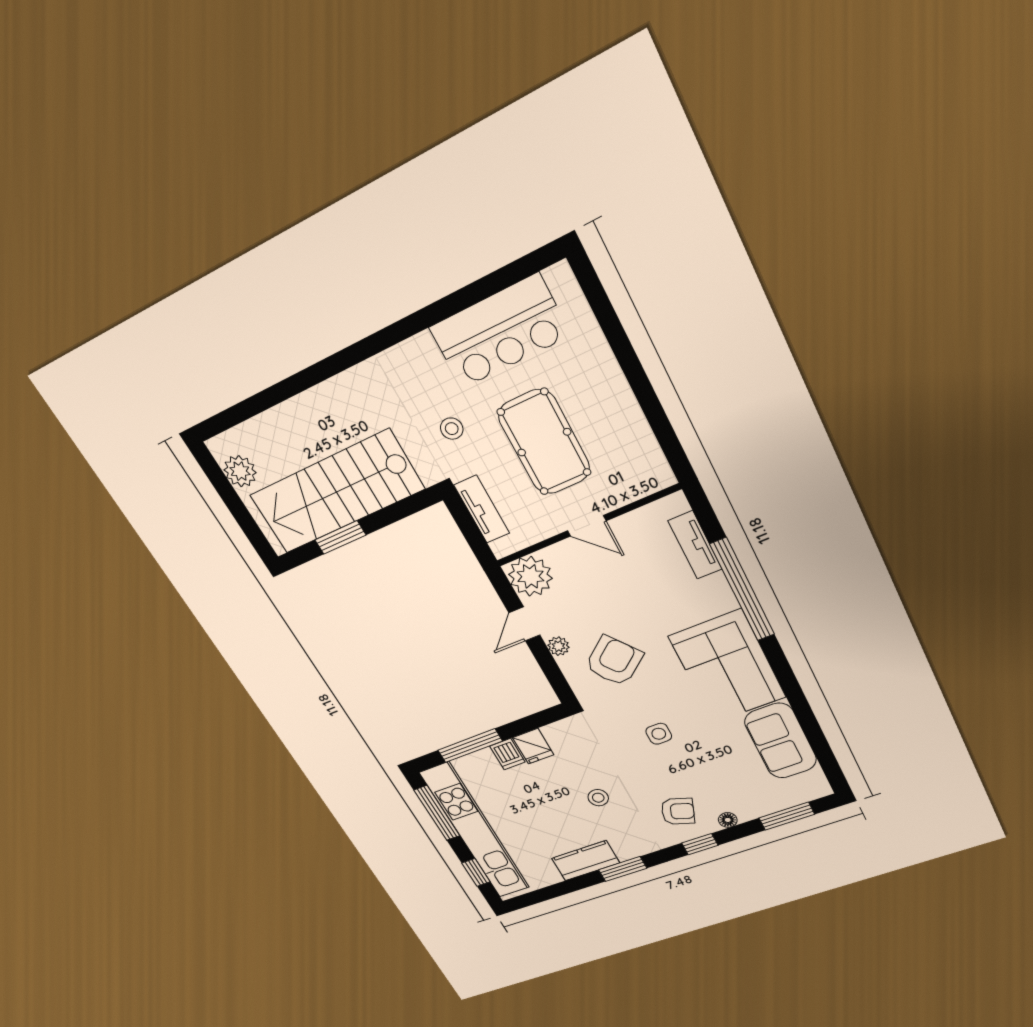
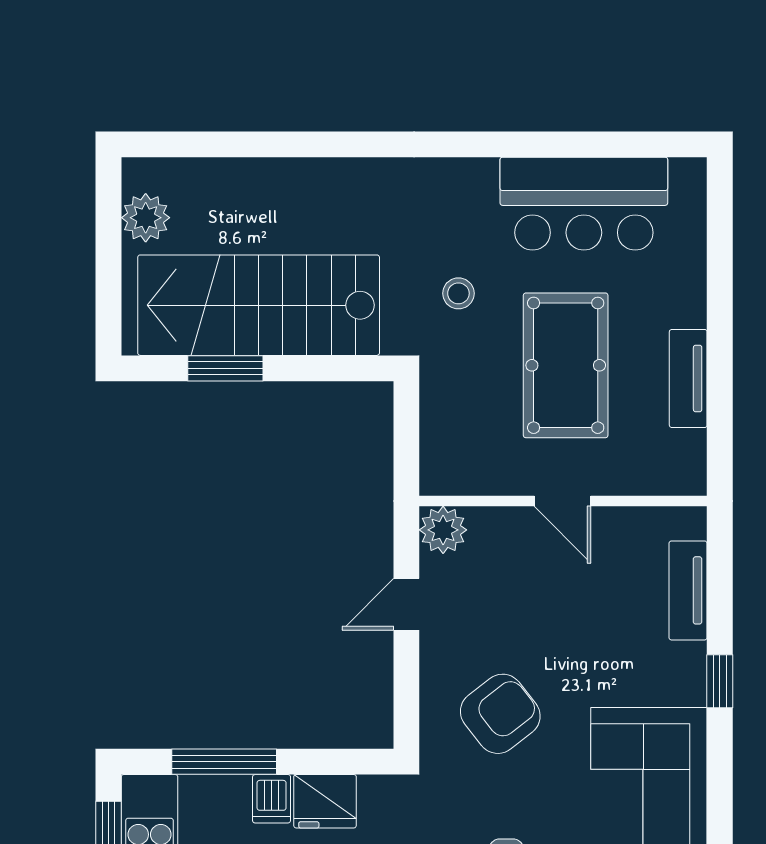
tv unit: (482, 509) -> (688, 378), moved, turned 180
plant: (530, 576) -> (443, 530), width x0.73, depth x0.73
window: (742, 590) -> (720, 681), width x0.32
plant: (558, 646) -> (436, 658), removed
fridge: (533, 746) -> (325, 801), width x1.38

